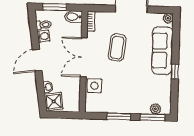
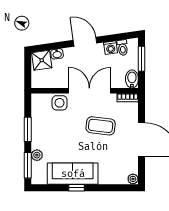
sofa: (162, 51) -> (73, 174), moved
plant: (156, 109) -> (37, 155), moved

